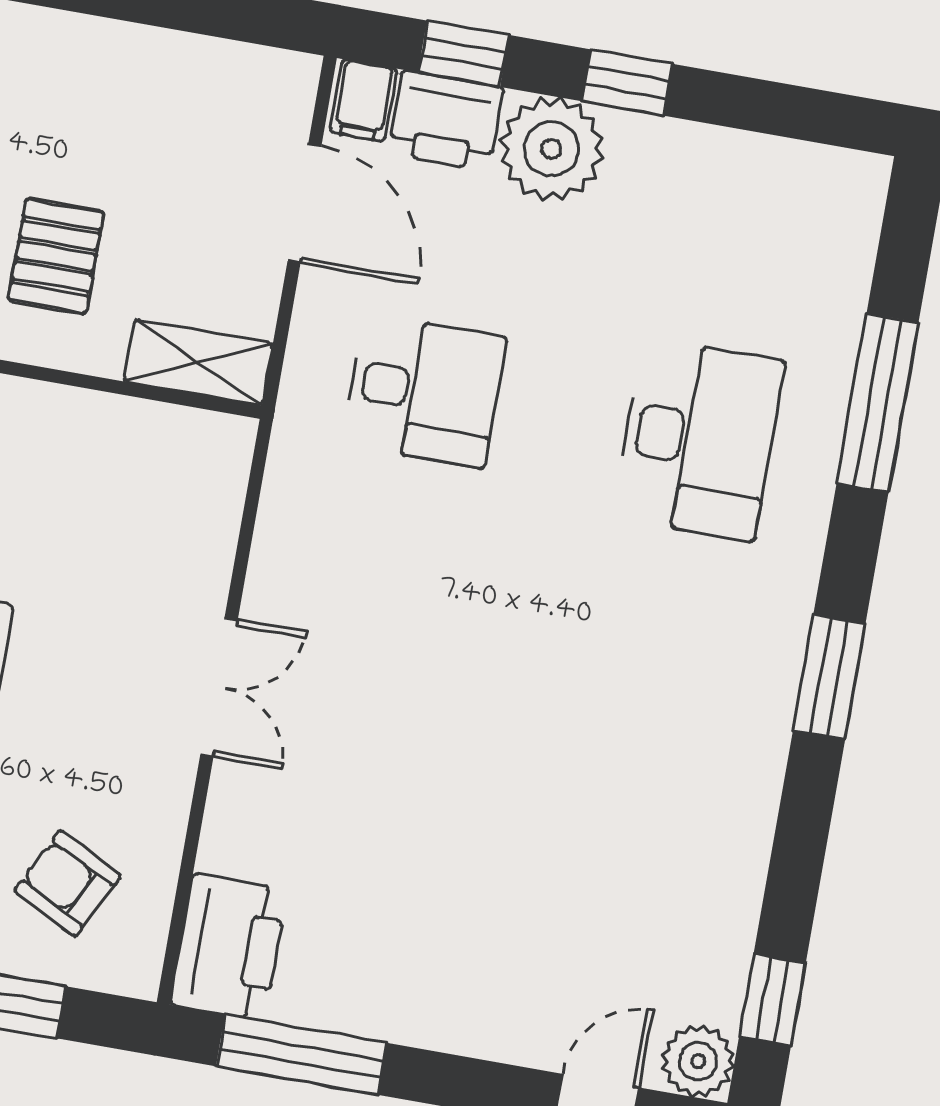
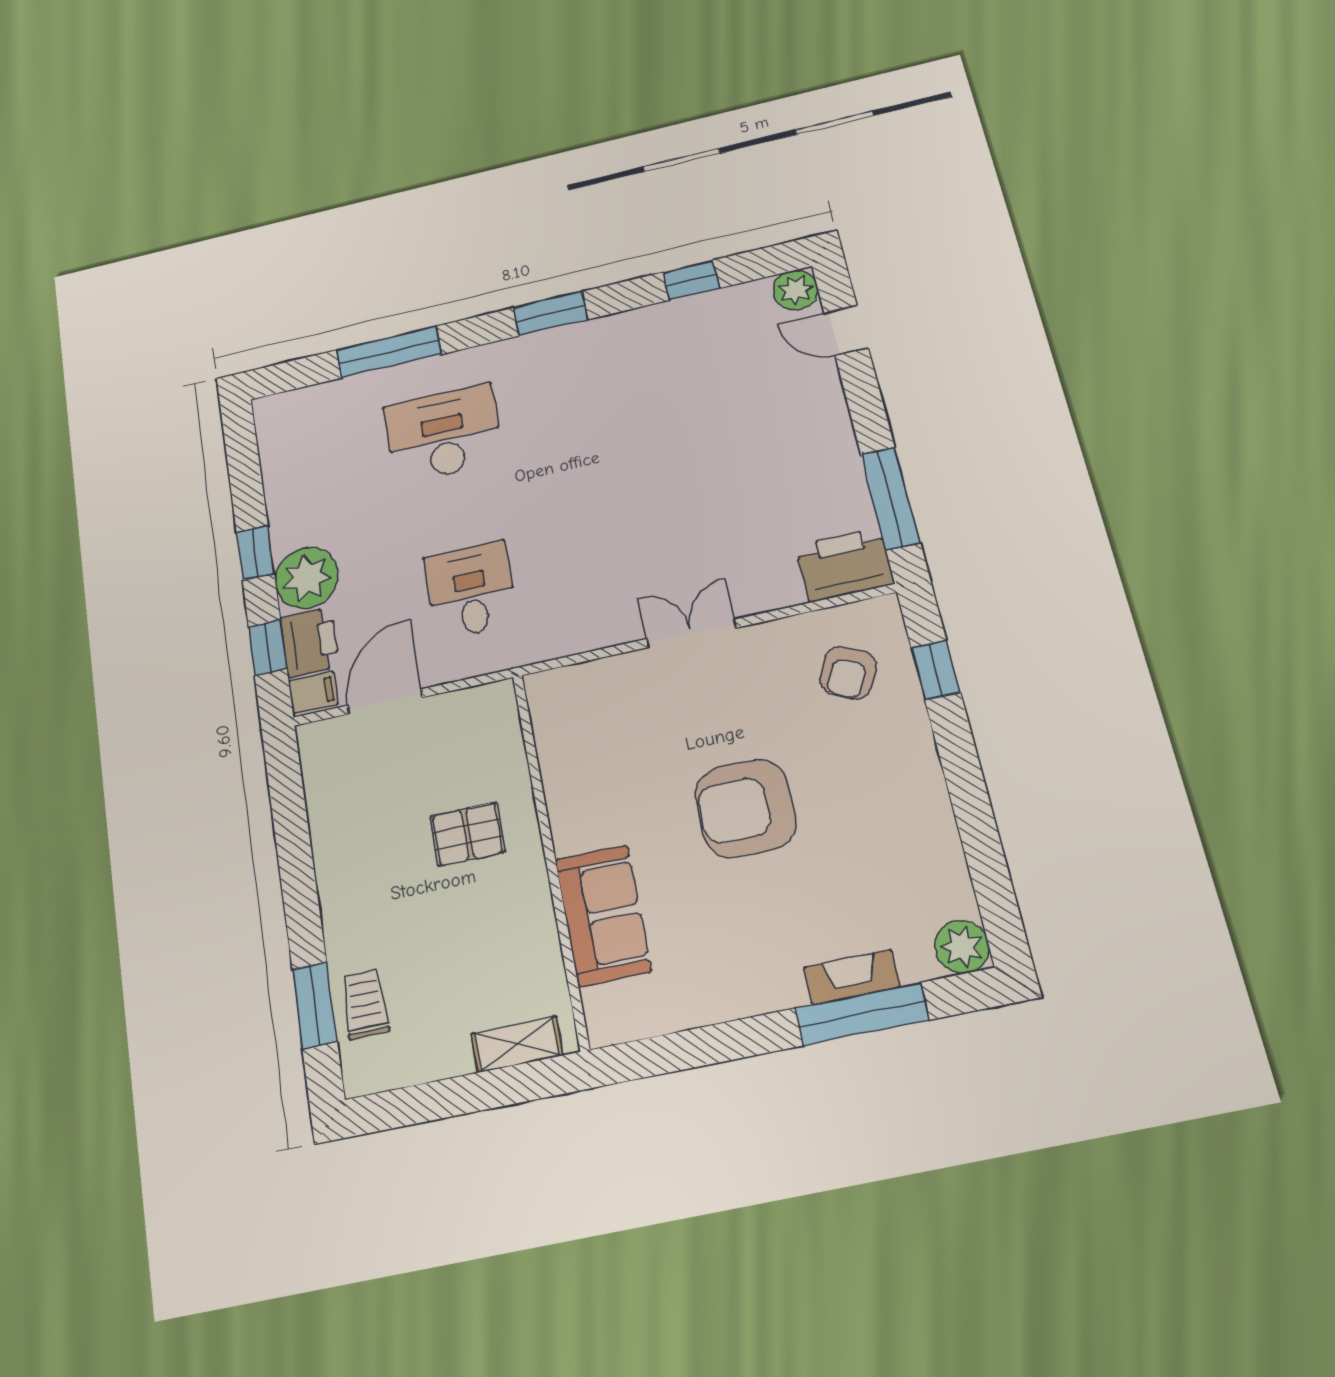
shelving: (198, 363) -> (501, 724), removed
window: (772, 1000) -> (691, 280), moved

